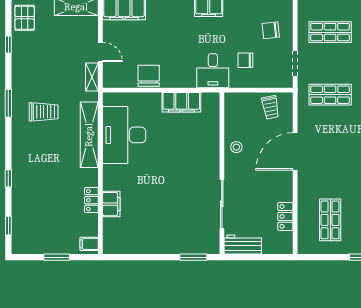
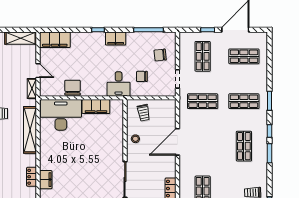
shop shelf: (330, 32) -> (203, 56), turned 90
trolley: (270, 107) -> (144, 113), moved
desk: (124, 135) -> (61, 115), moved, turned 90

